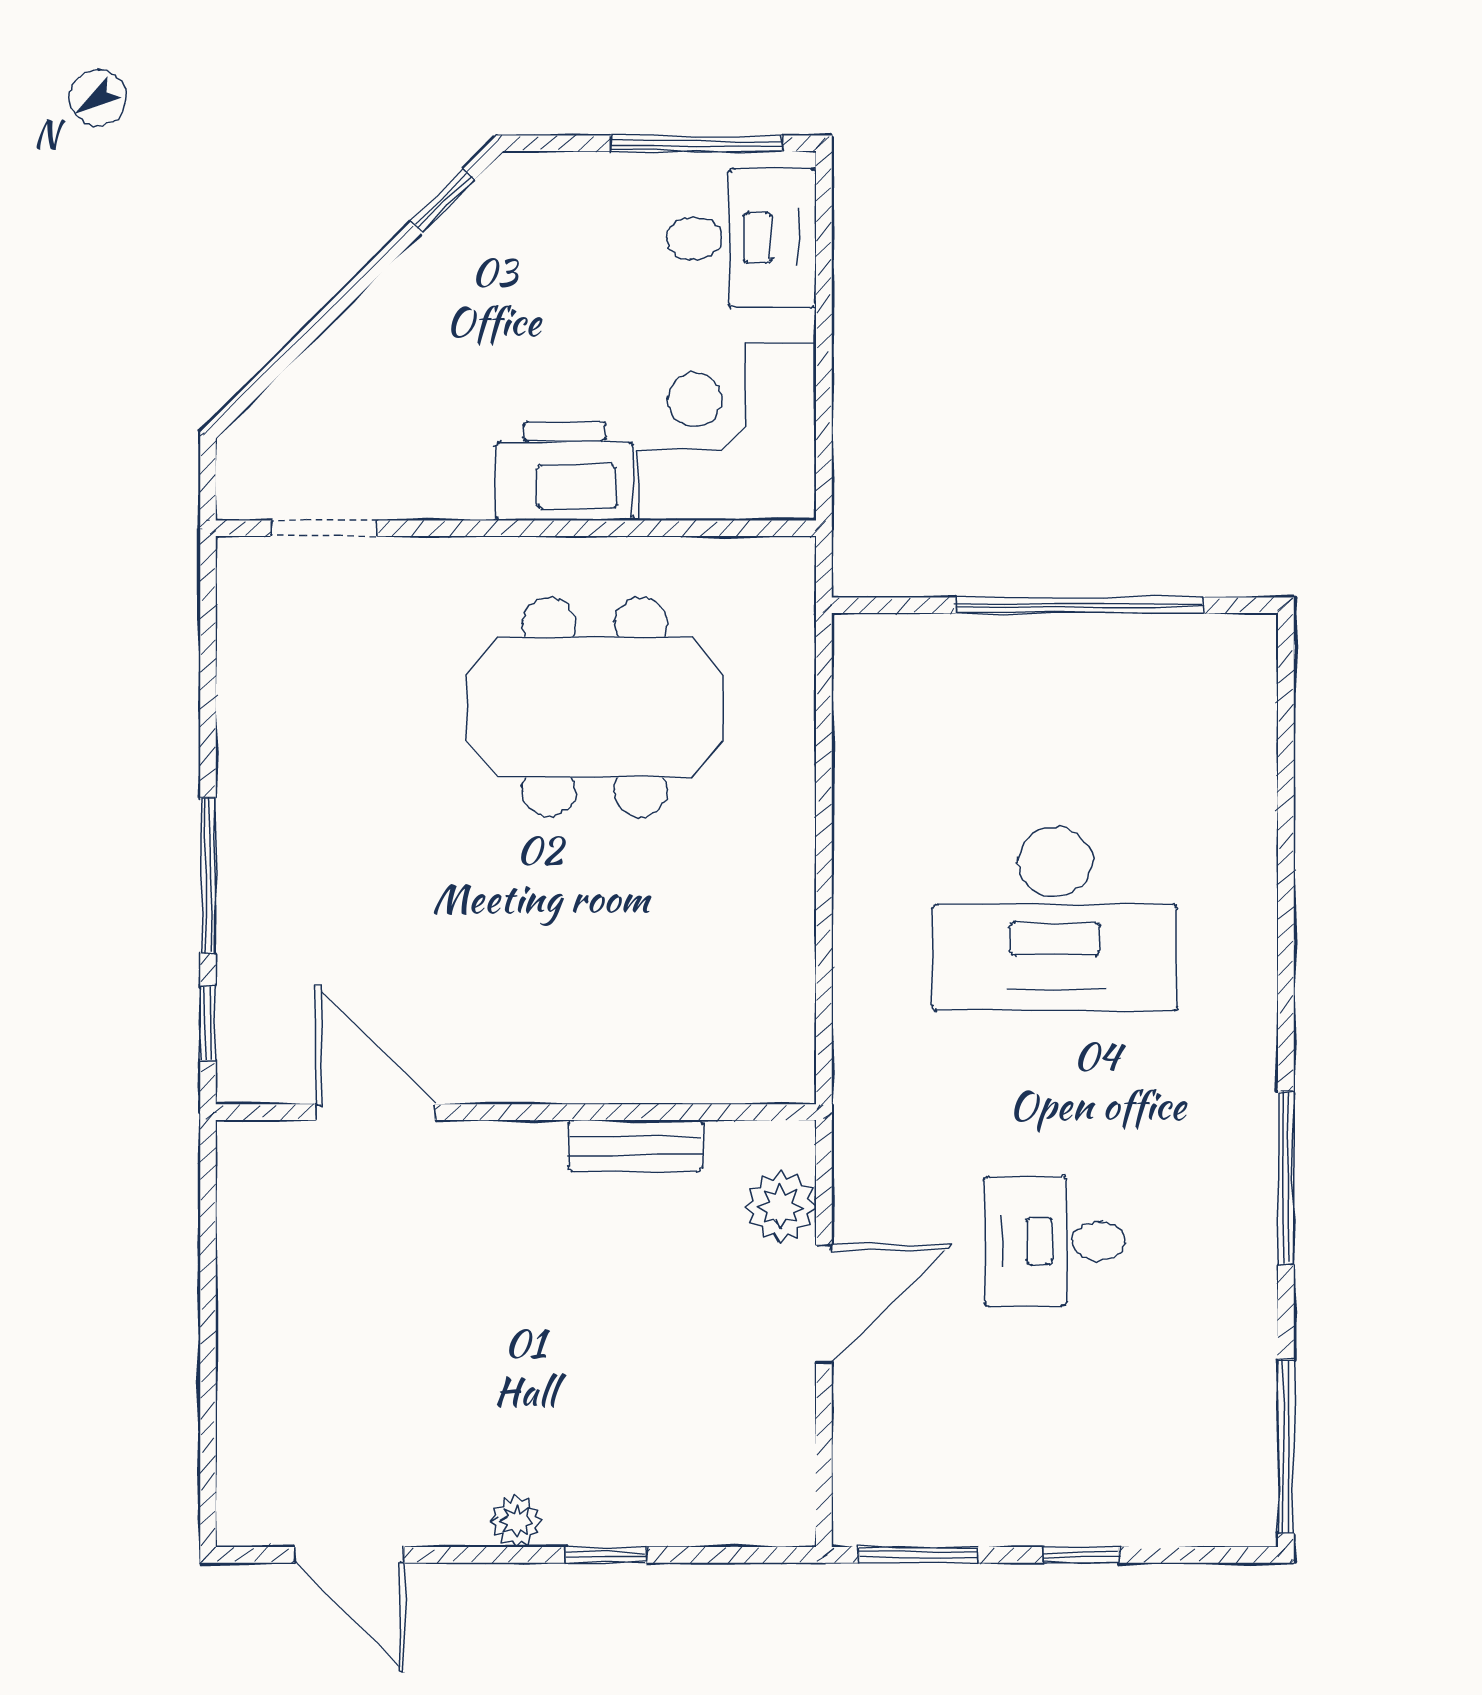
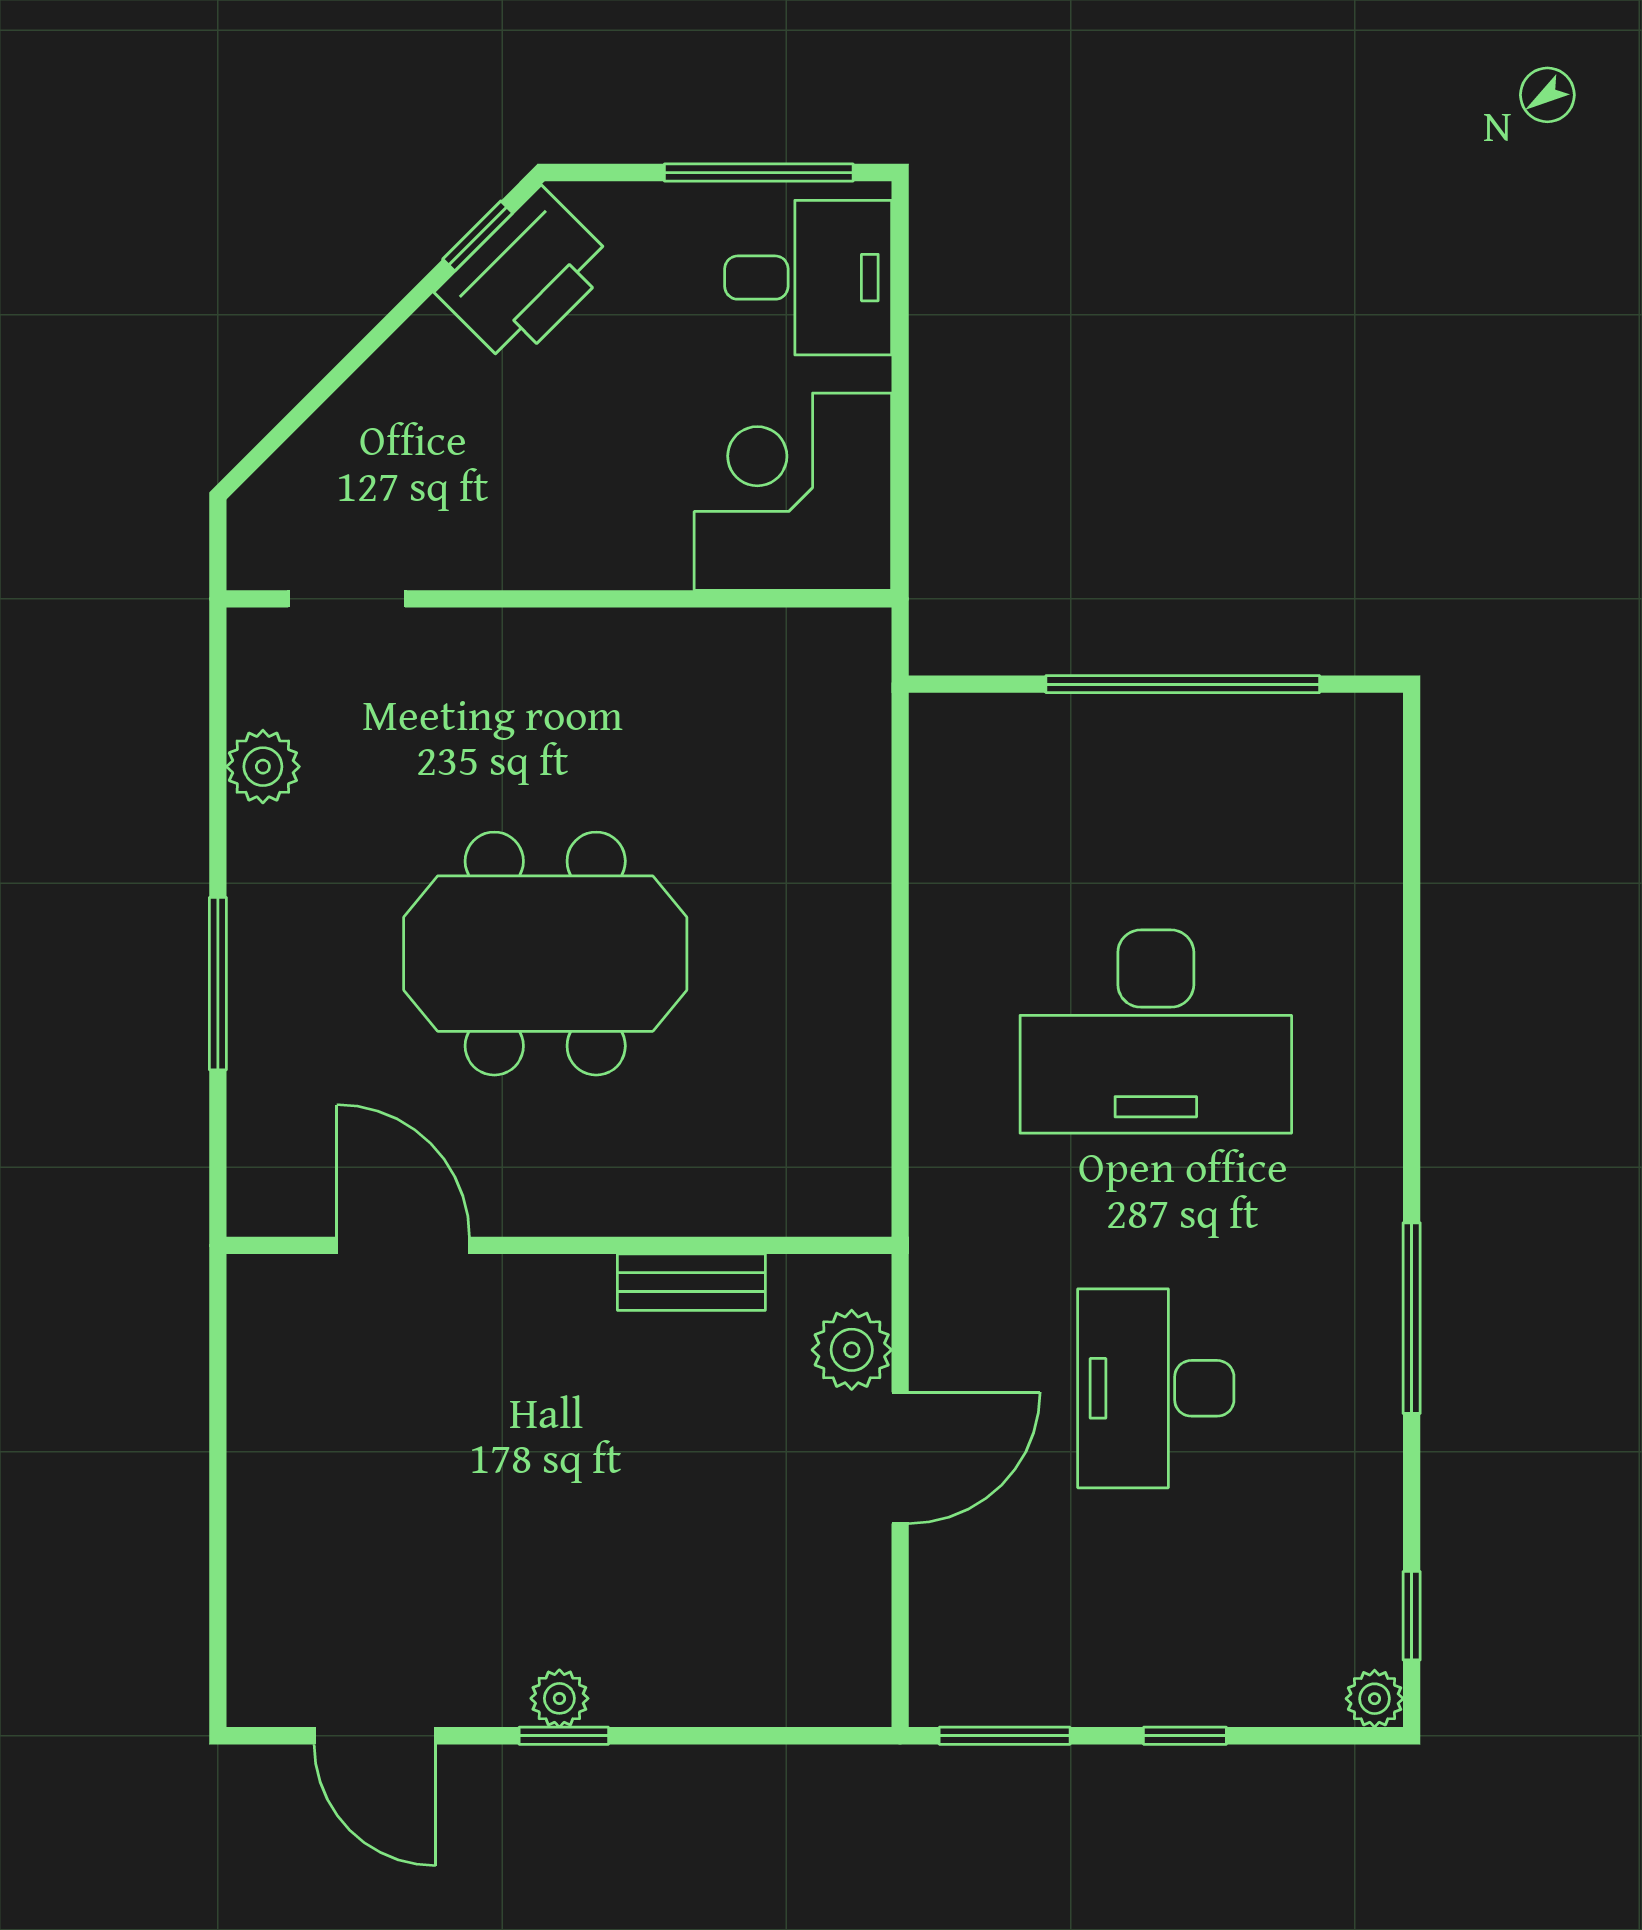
printer: (564, 471) -> (526, 277), moved, turned 135
plant: (249, 680) -> (263, 767), added
meeting table: (595, 707) -> (545, 954), moved
window: (208, 1023) -> (218, 1147), removed
desk: (1055, 1241) -> (1156, 1388), width x1.37
window: (1286, 1446) -> (1412, 1616), width x0.46
plant: (1252, 1521) -> (1375, 1699), added
window: (606, 1555) -> (564, 1736), moved

